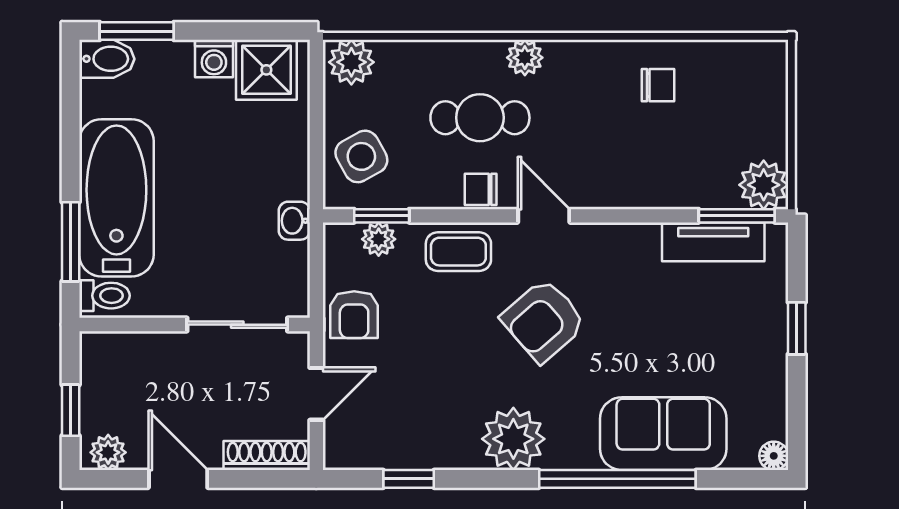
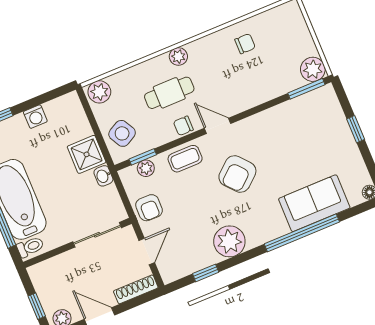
shower: (266, 70) -> (87, 154), moved
tv unit: (713, 242) -> (301, 105), removed
plant: (513, 439) -> (229, 241), moved

